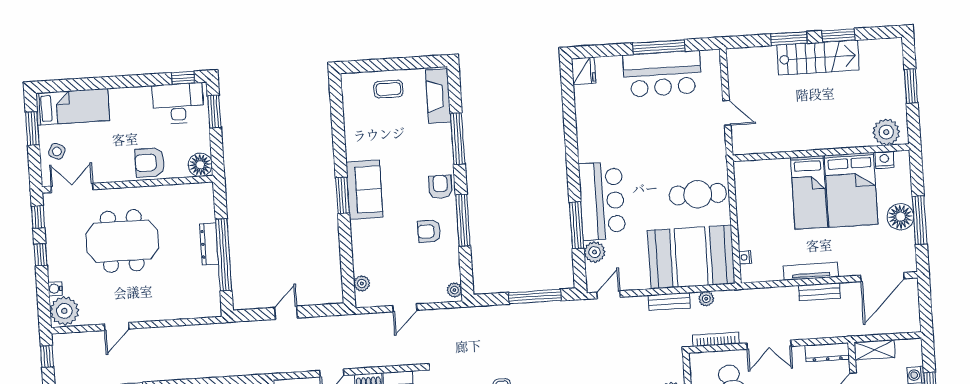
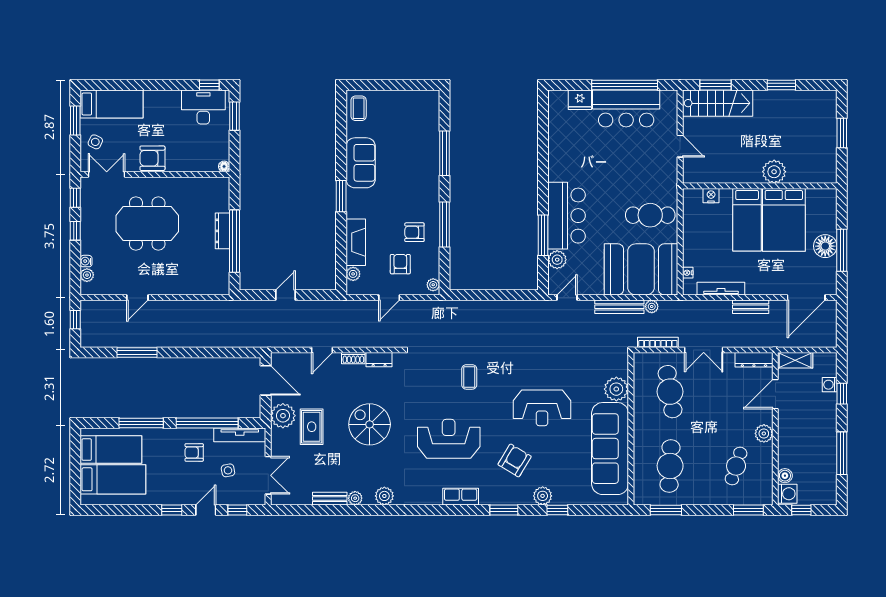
window: (789, 39) -> (716, 85), moved
window: (659, 47) -> (625, 85), width x1.46
stairs: (818, 58) -> (718, 103), moved
fridge: (584, 71) -> (580, 100), moved, turned 90
coffee table: (388, 89) -> (359, 108), moved, turned 90
fireplace: (438, 96) -> (356, 242), moved, turned 180
plant: (886, 132) -> (774, 172), moved
nightstand: (884, 160) -> (711, 196), moved
armchair: (150, 163) -> (152, 158), moved
floor lamp: (200, 165) -> (224, 166), width x0.53, depth x0.53
armchair: (440, 187) -> (400, 264), moved
sofa: (364, 190) -> (361, 163), moved
tv unit: (811, 271) -> (721, 289), moved
window: (535, 297) -> (503, 295), removed
bench: (669, 301) -> (619, 307), width x1.36
plant: (64, 311) -> (87, 275), width x0.53, depth x0.53

